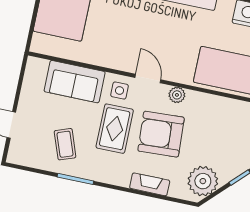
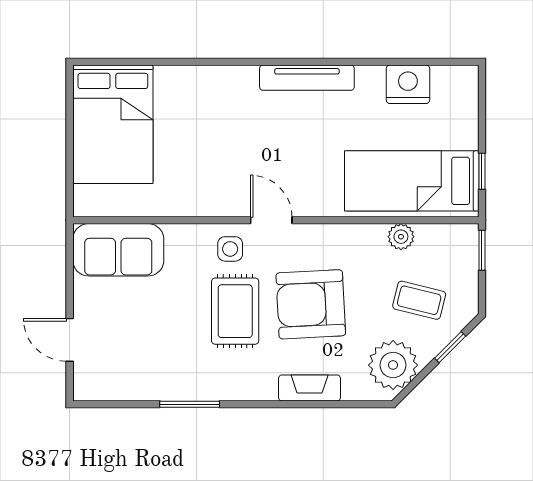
sofa: (75, 82) -> (118, 250), moved
plant: (177, 95) -> (401, 237), moved
coffee table: (65, 144) -> (419, 300), moved, turned -56

